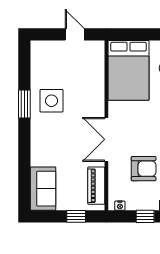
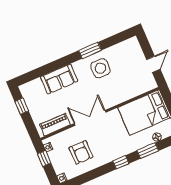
sofa: (43, 189) -> (59, 79), moved
window: (76, 216) -> (22, 106), moved
window: (145, 216) -> (44, 158), moved

